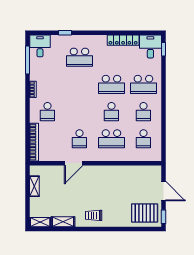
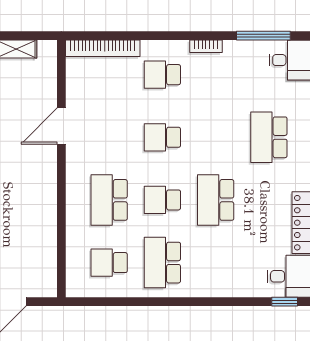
school desk: (143, 84) -> (216, 263), removed
school desk: (143, 112) -> (162, 263), width x1.85
school desk: (79, 139) -> (162, 137), moved
door: (74, 163) -> (61, 126), hinge flipped

